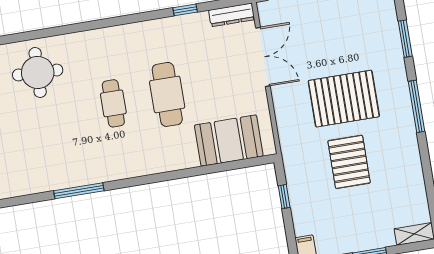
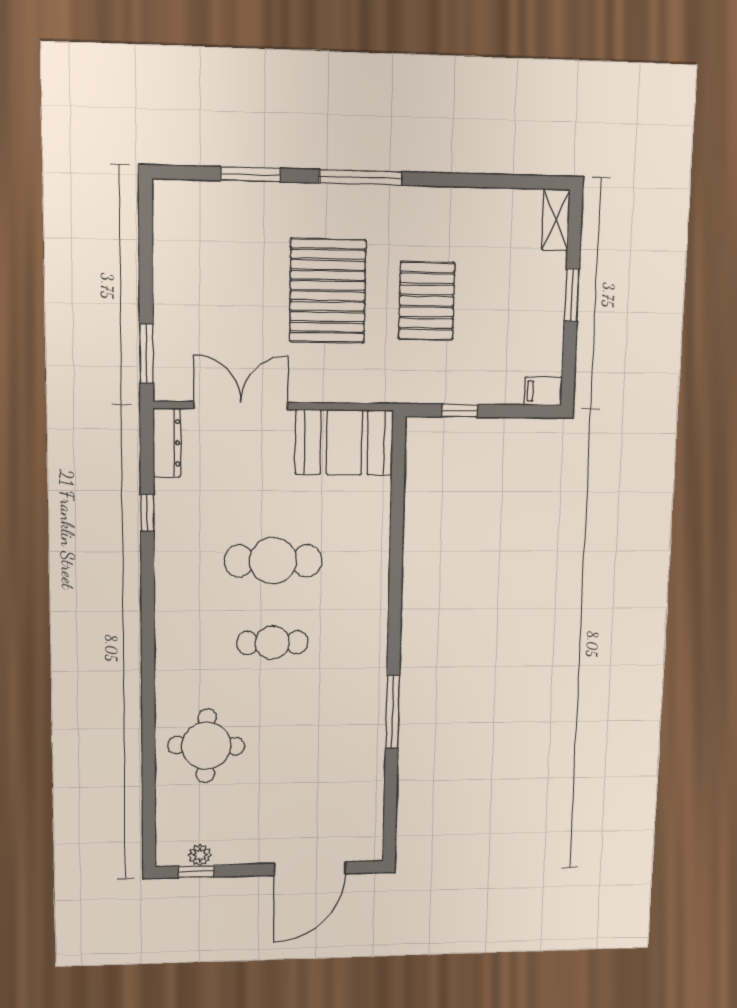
booth: (229, 141) -> (344, 442), moved, turned 90
pallet: (349, 162) -> (427, 301), turned 90

